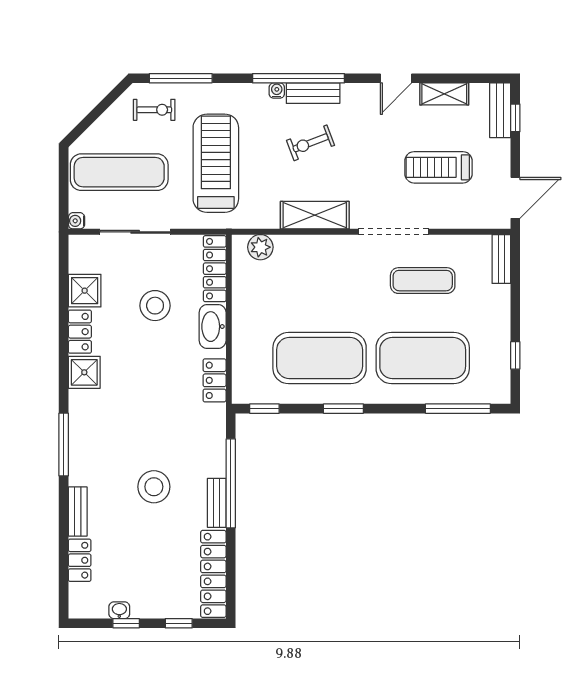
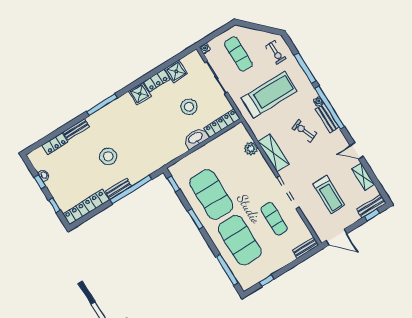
window: (181, 78) -> (305, 68), moved
treadmill: (439, 167) -> (329, 194), turned 180
exercise mat: (119, 172) -> (238, 54), width x0.73, depth x0.69
plant: (260, 247) -> (251, 148), moved
locker: (215, 380) -> (172, 154), removed

